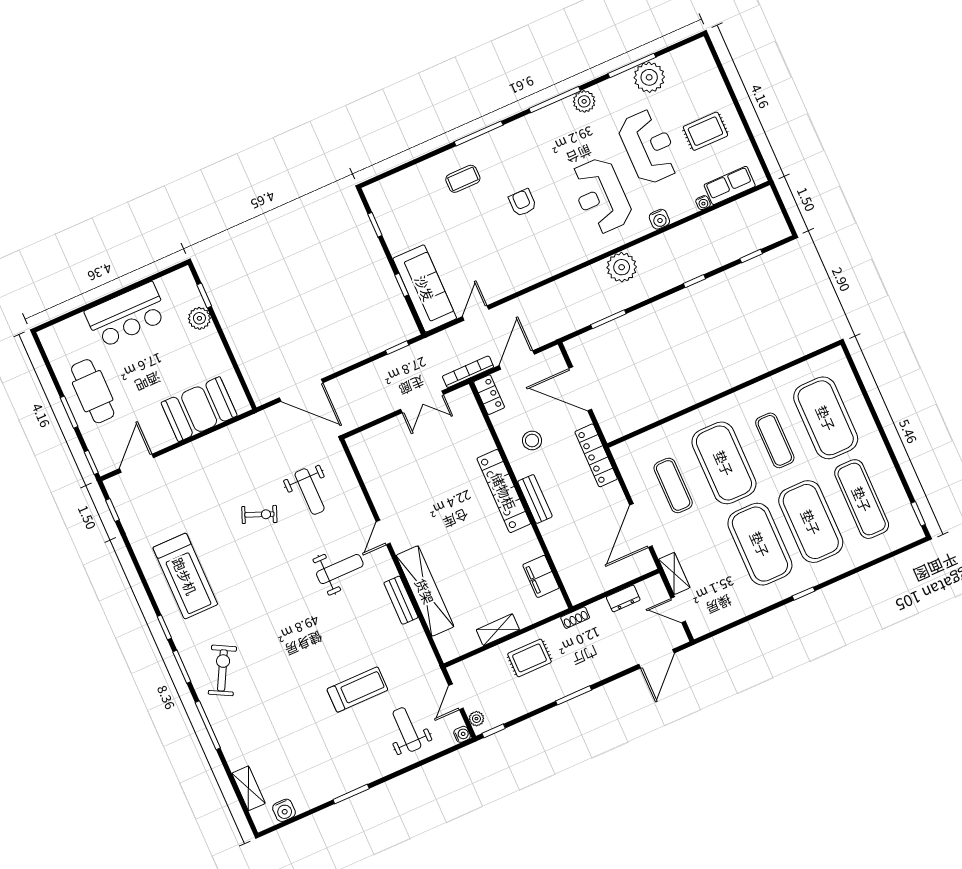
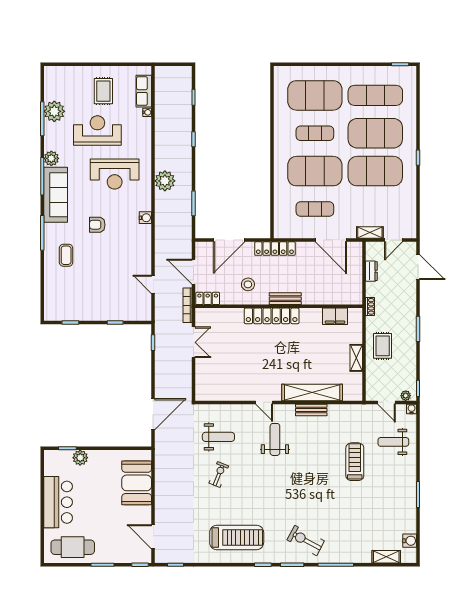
water cooler: (659, 219) -> (145, 218), moved
sofa: (425, 288) -> (56, 195), moved, turned 90
cafe table: (93, 391) -> (73, 547), moved

